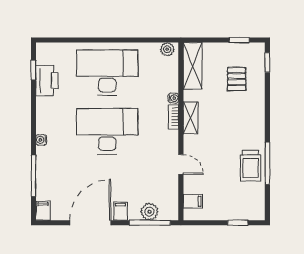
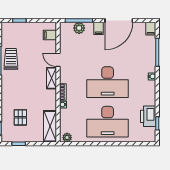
shelving: (190, 118) -> (51, 78), moved

